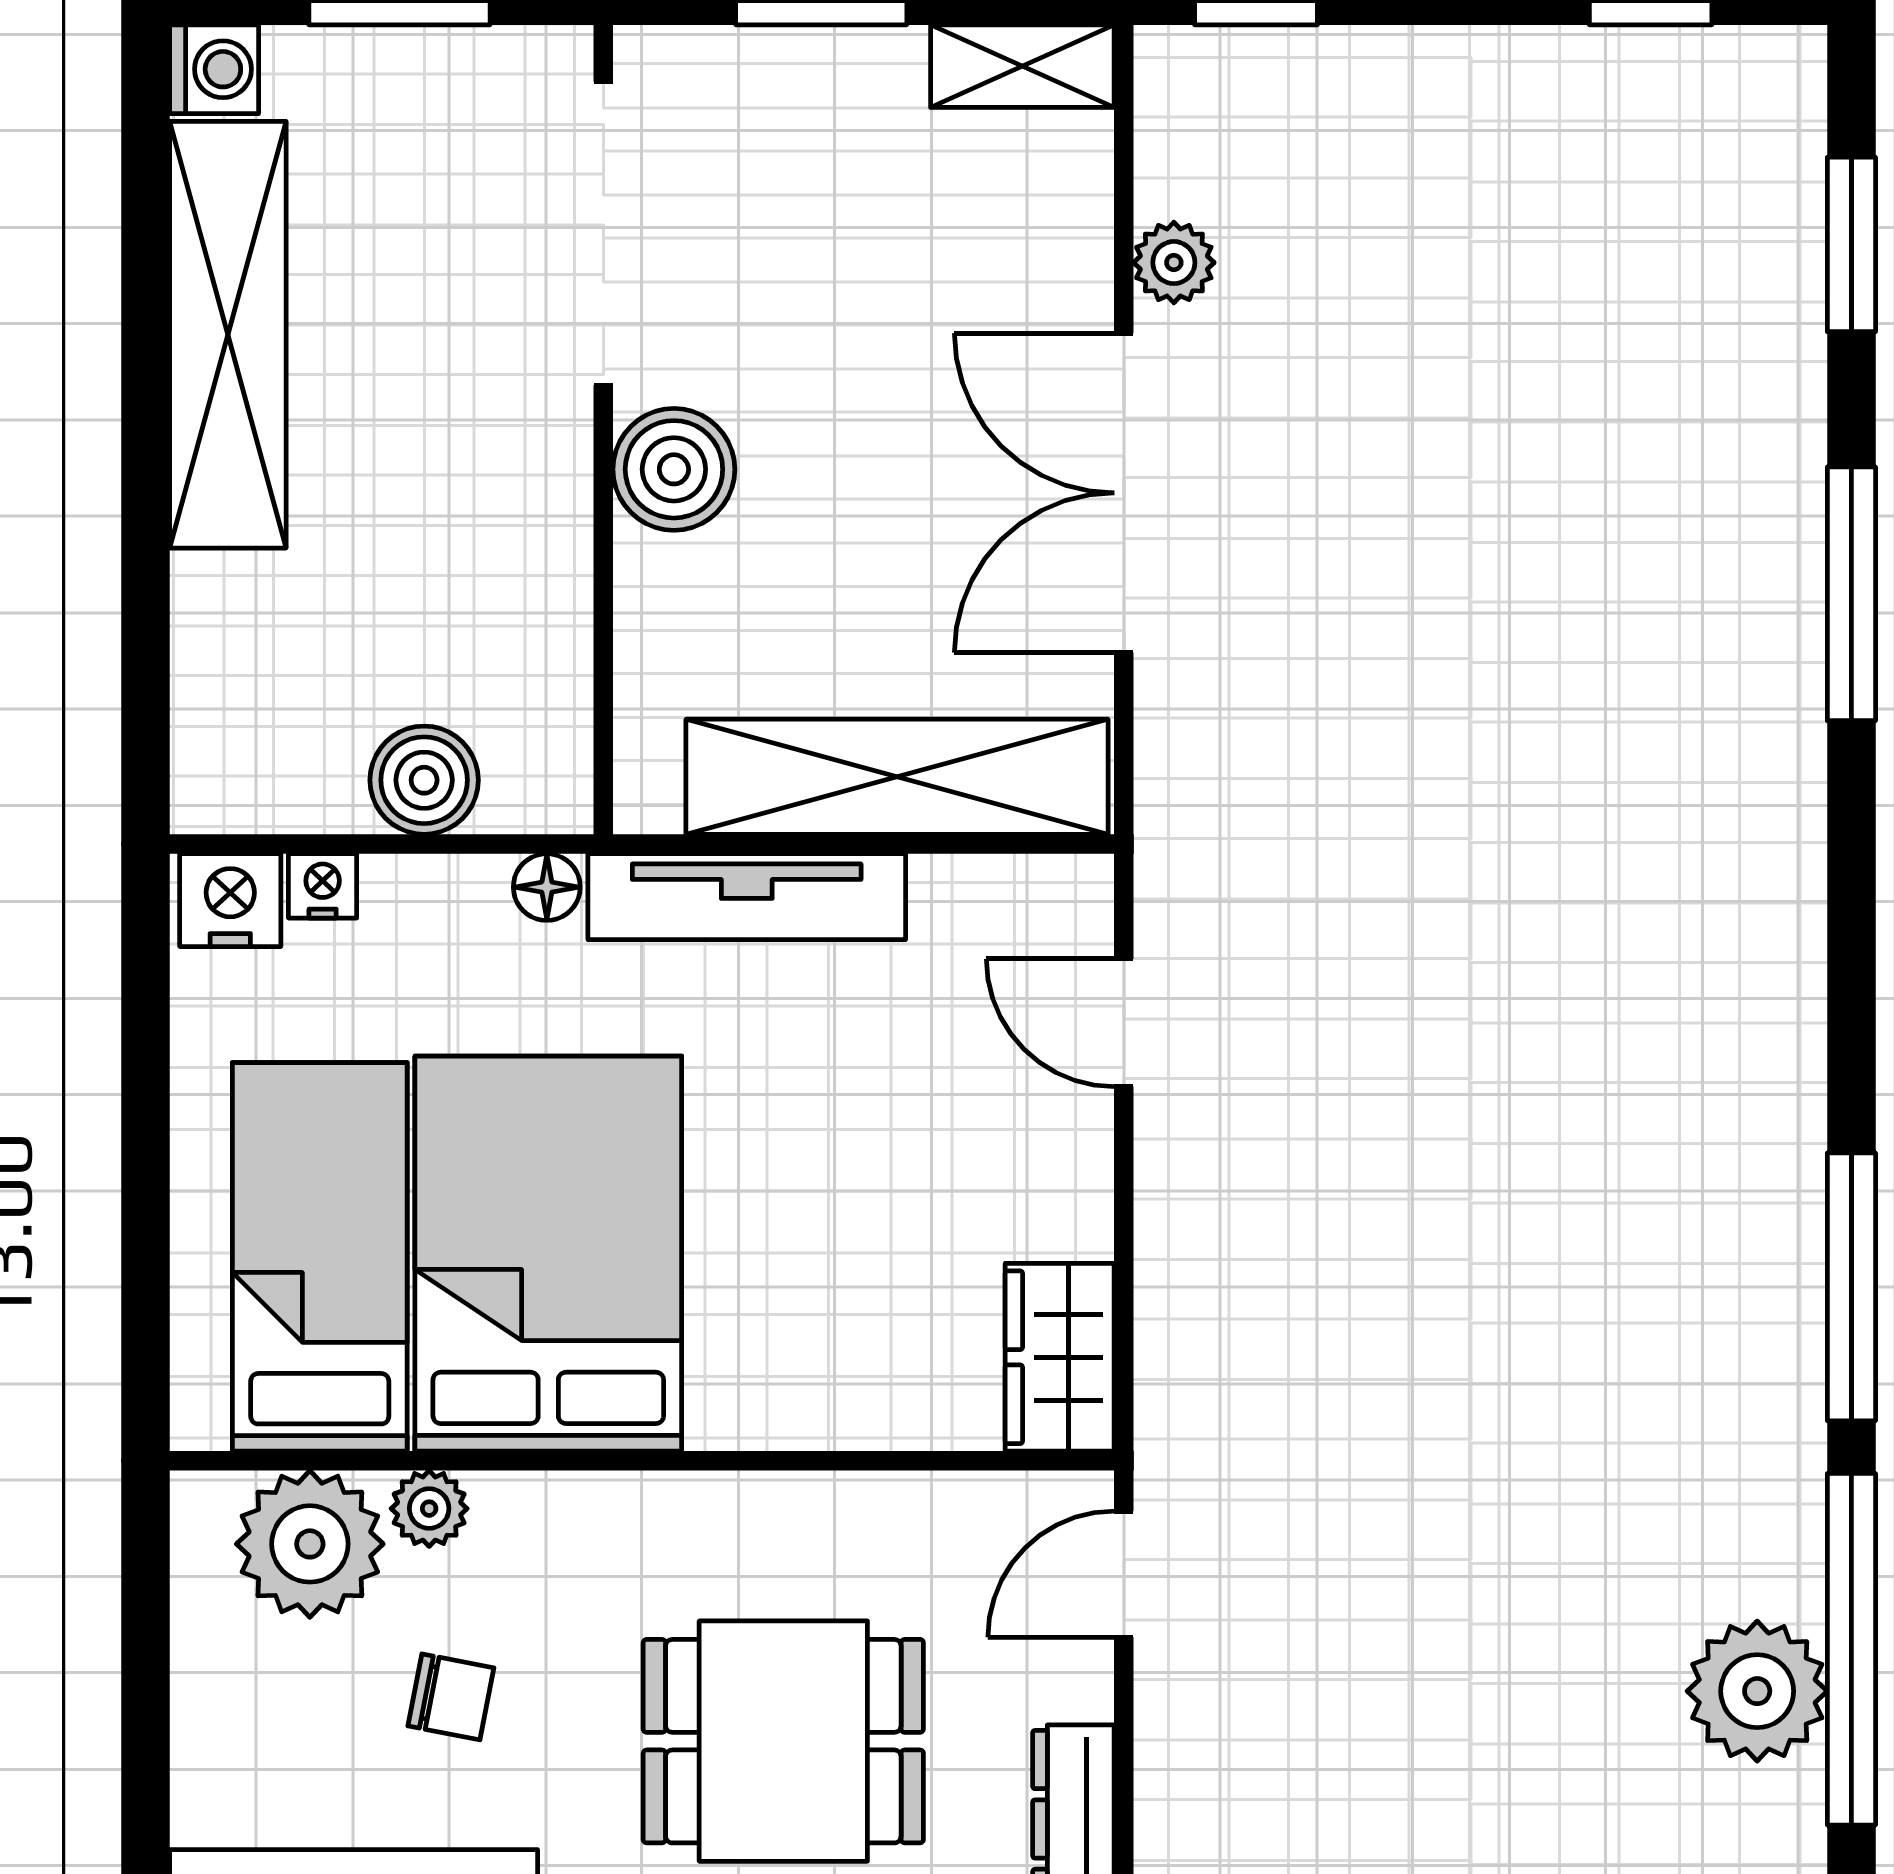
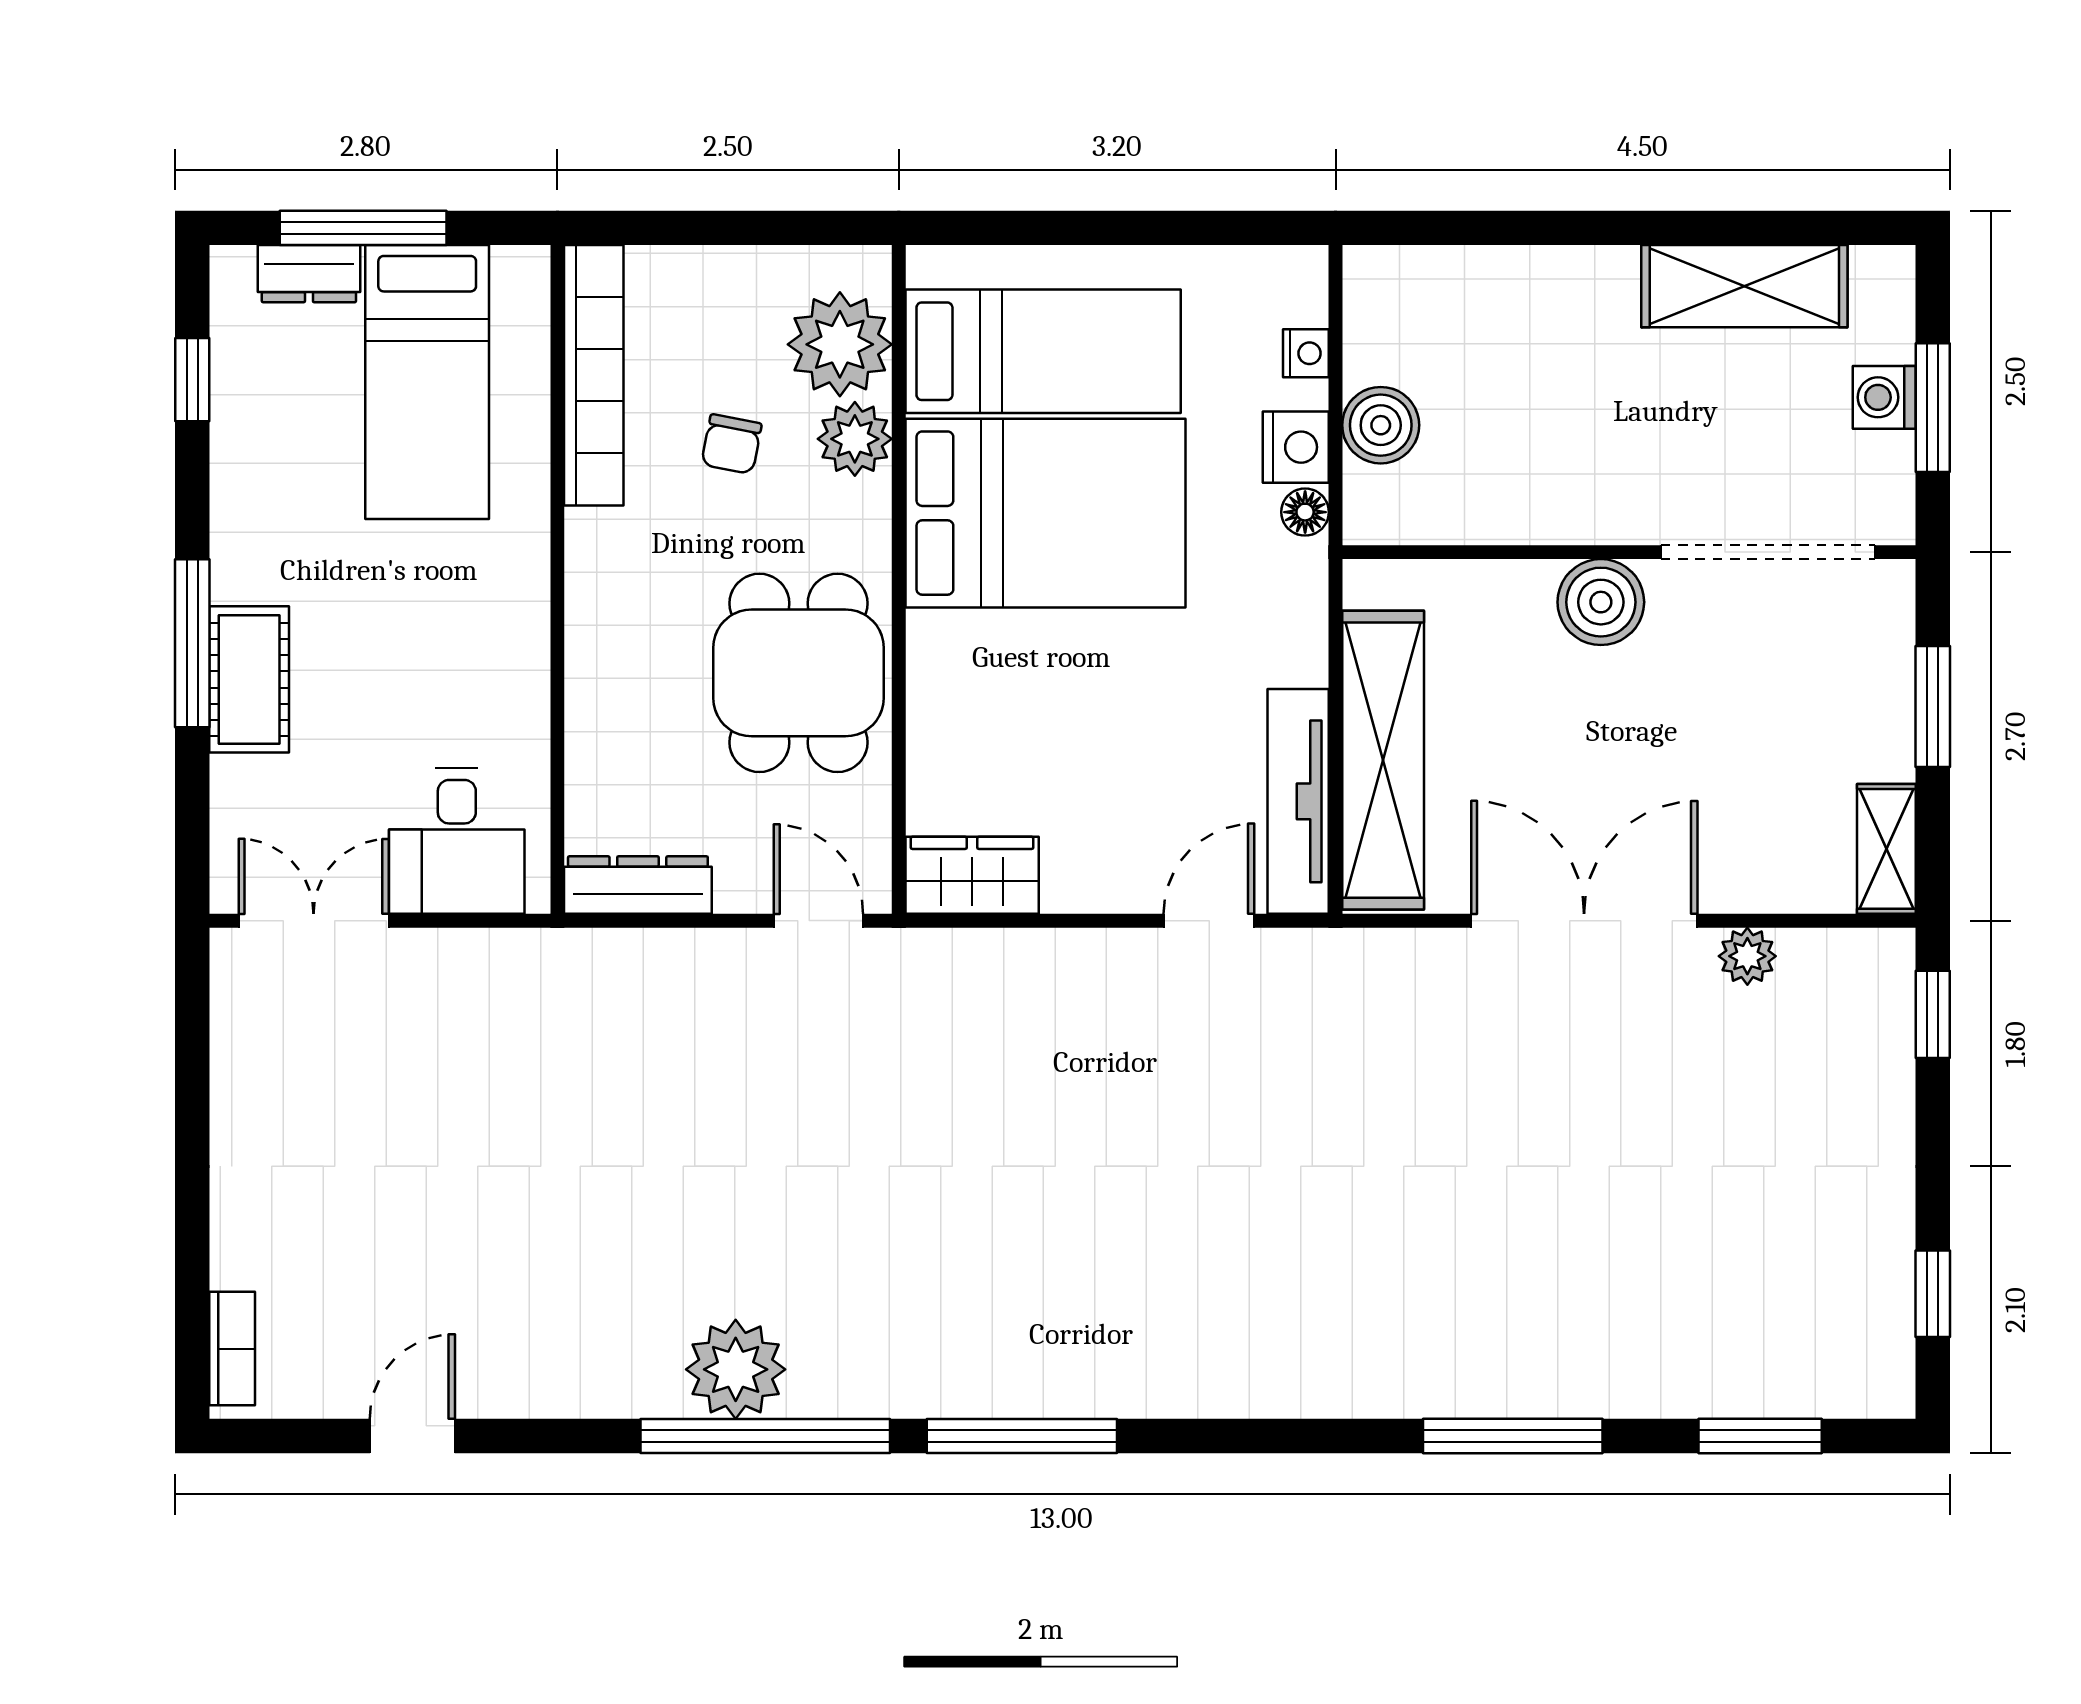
washing machine: (214, 69) -> (1884, 397), moved, turned 90
shelving: (228, 335) -> (1744, 286), width x0.68
tv unit: (747, 897) -> (1298, 801), moved
nightstand: (230, 900) -> (1296, 447), moved
plant: (429, 1509) -> (855, 439), width x1.38, depth x1.38
dining table: (783, 1741) -> (799, 673), moved

